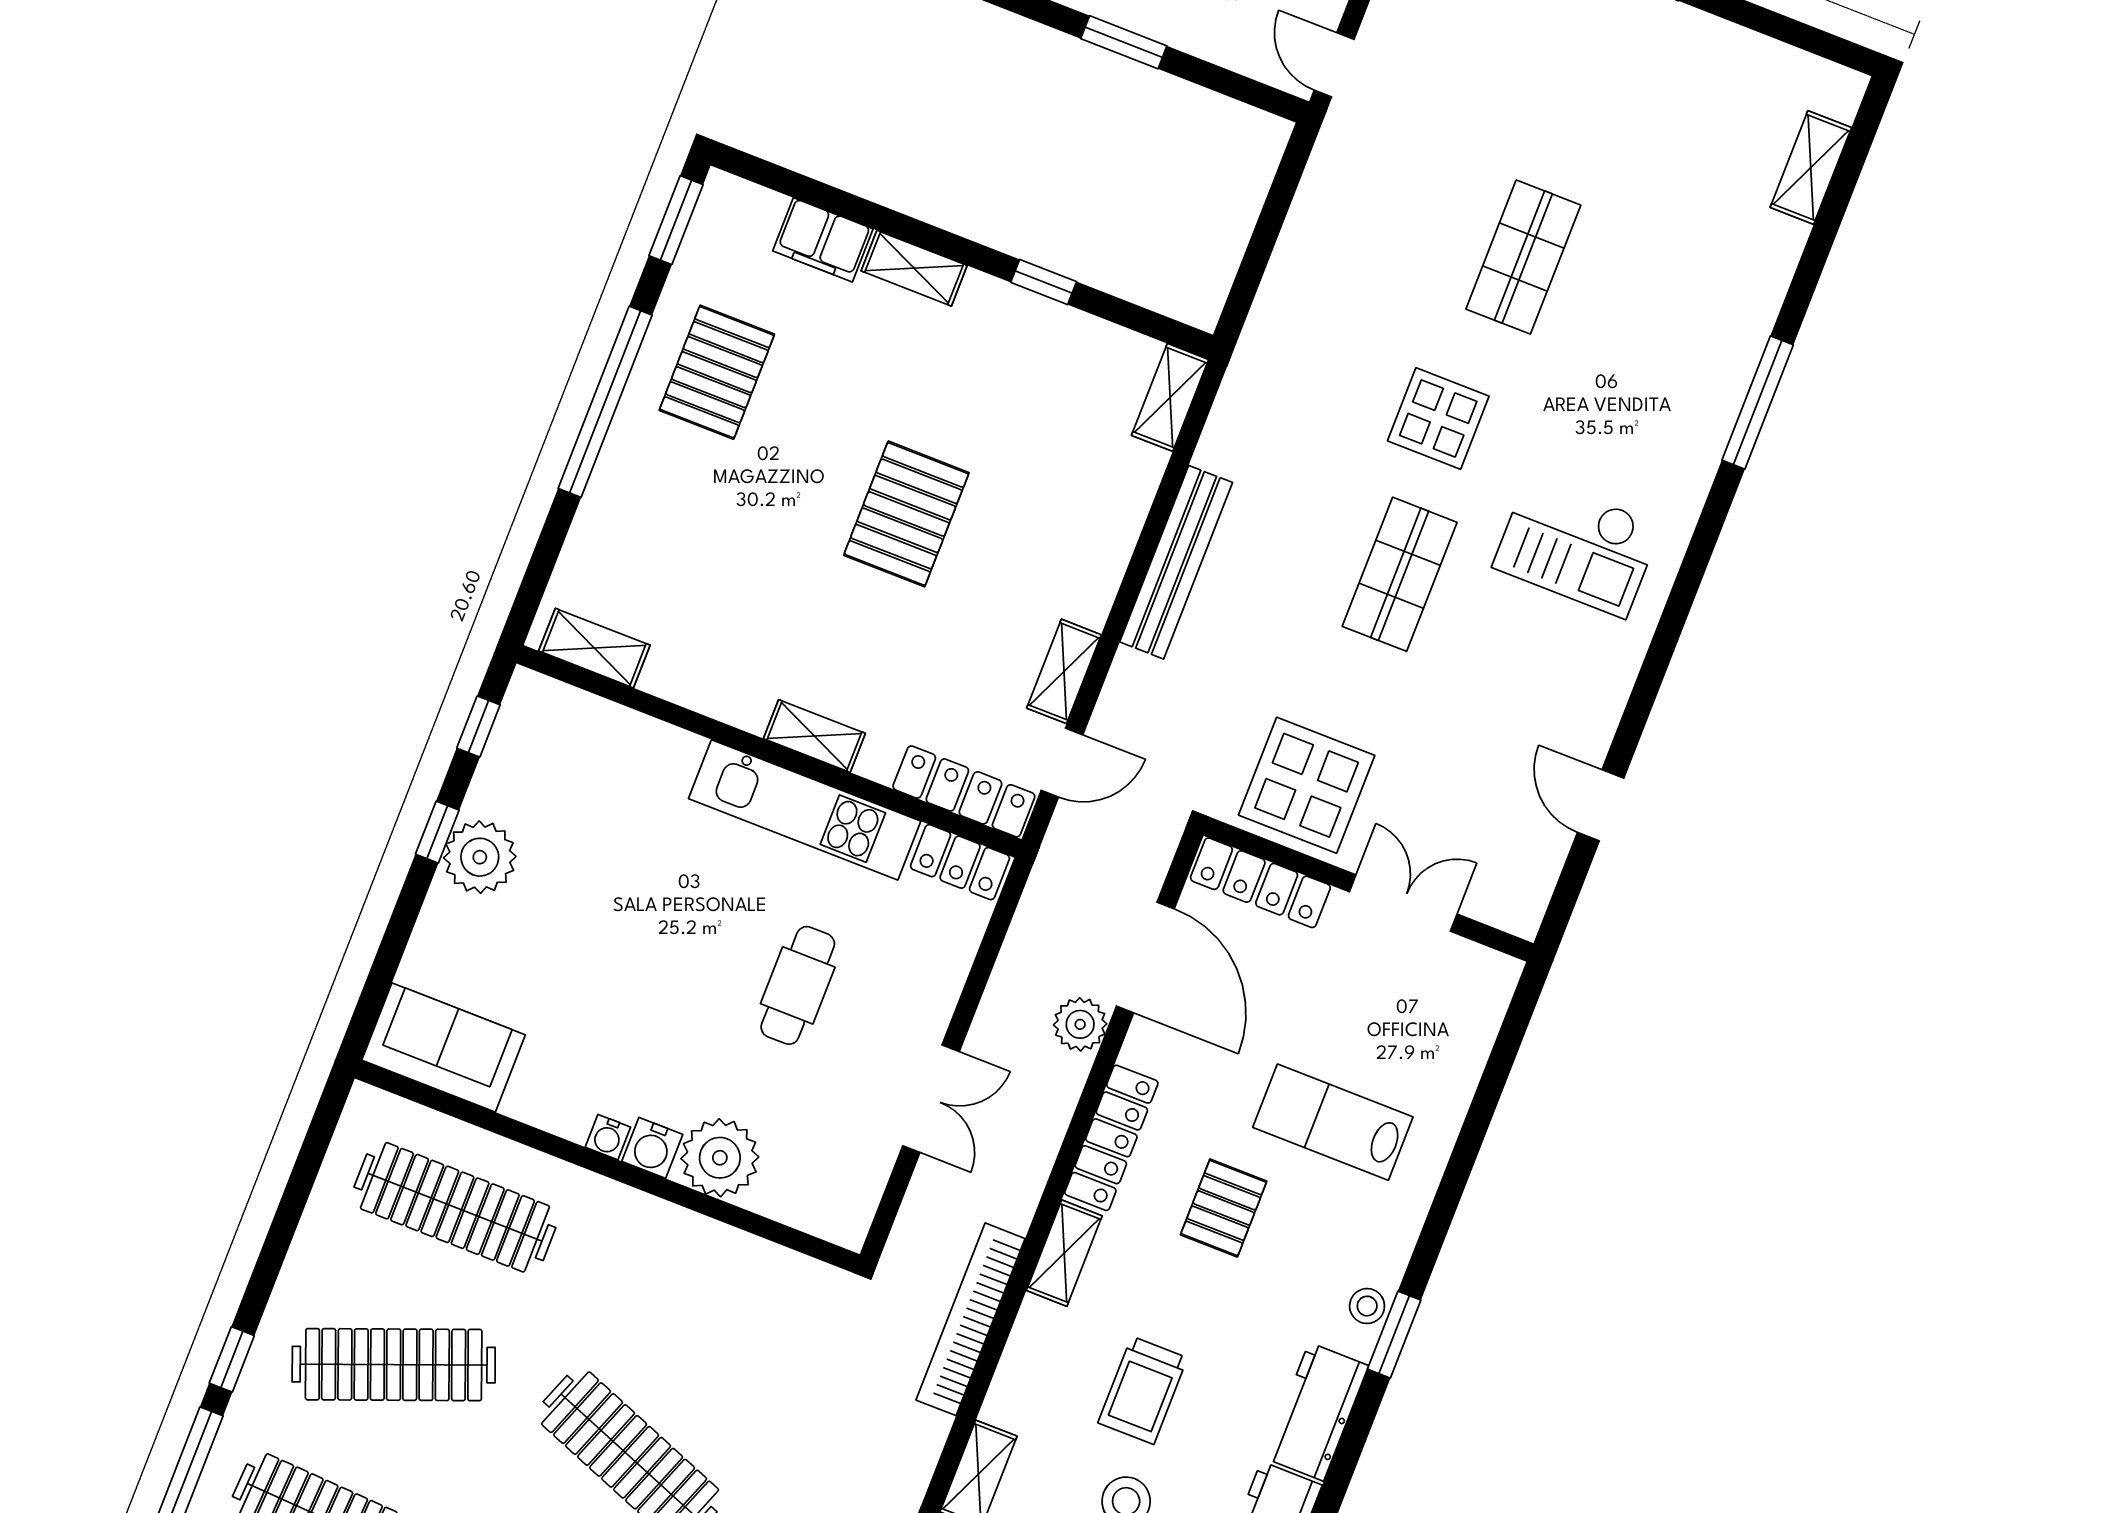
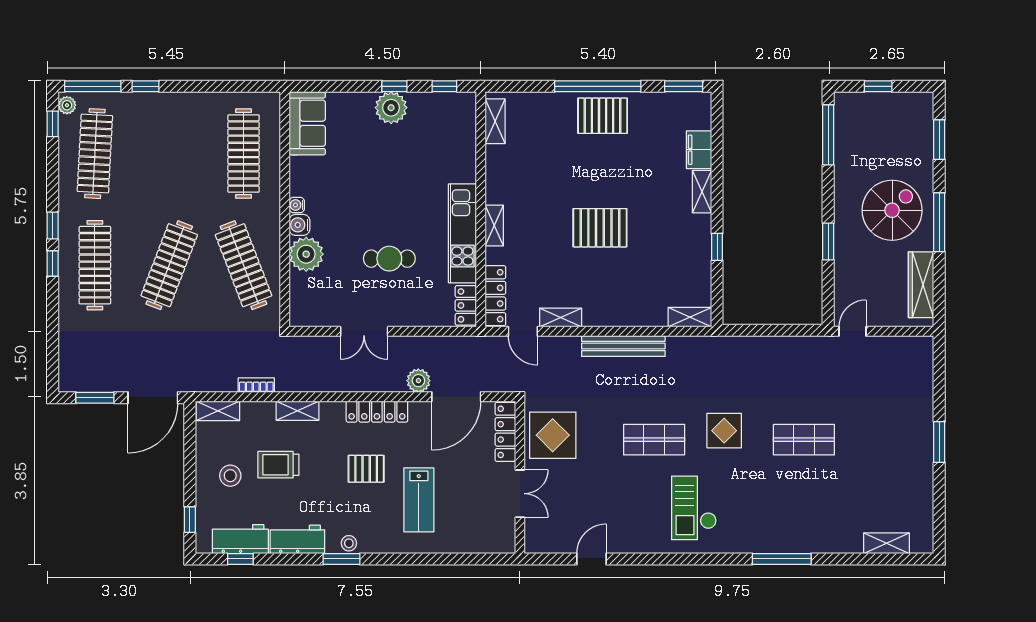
pallet: (717, 372) -> (603, 116), moved
lab bench: (1333, 1122) -> (419, 500), turned 180
shelving: (1064, 1253) -> (298, 411), moved
bookcase: (971, 1319) -> (256, 385), width x0.43, depth x0.76
clothes rail: (394, 1365) -> (244, 265), moved

